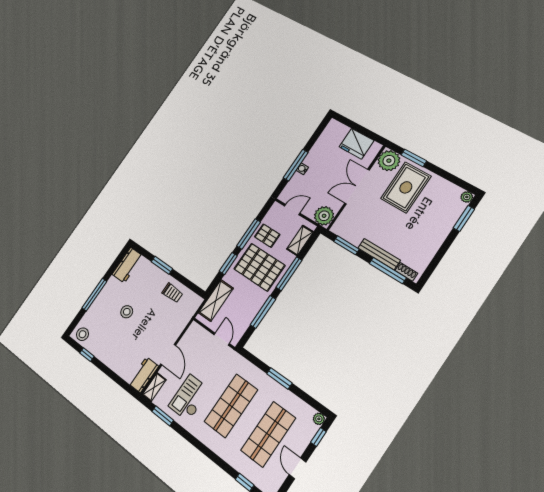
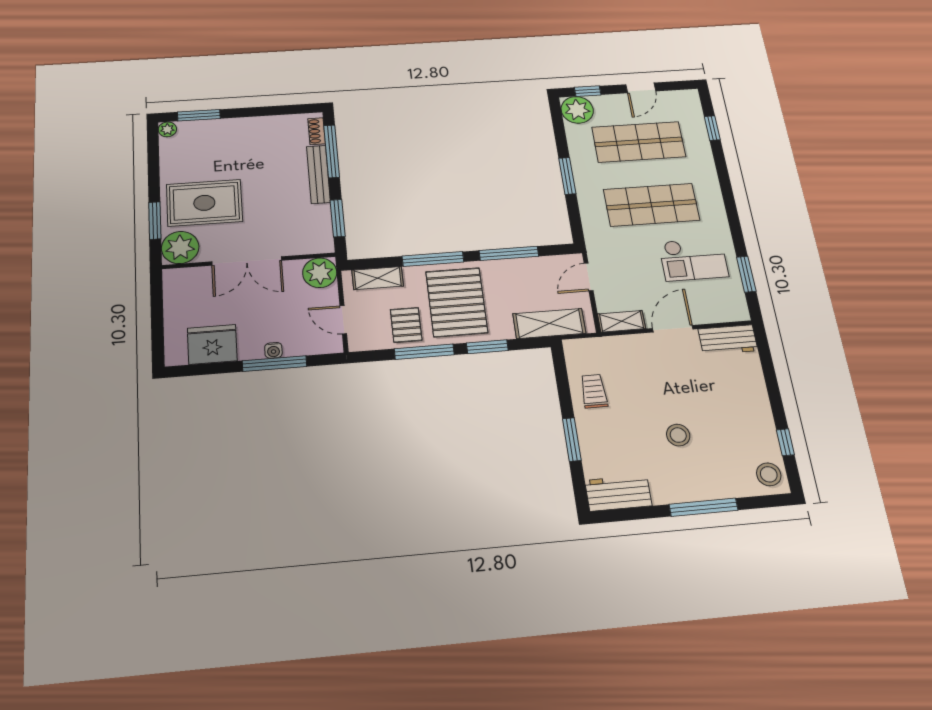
fridge: (357, 144) -> (212, 344), moved, turned -90
shelving: (154, 387) -> (621, 321), moved
plant: (319, 419) -> (577, 110), width x1.87, depth x1.87

